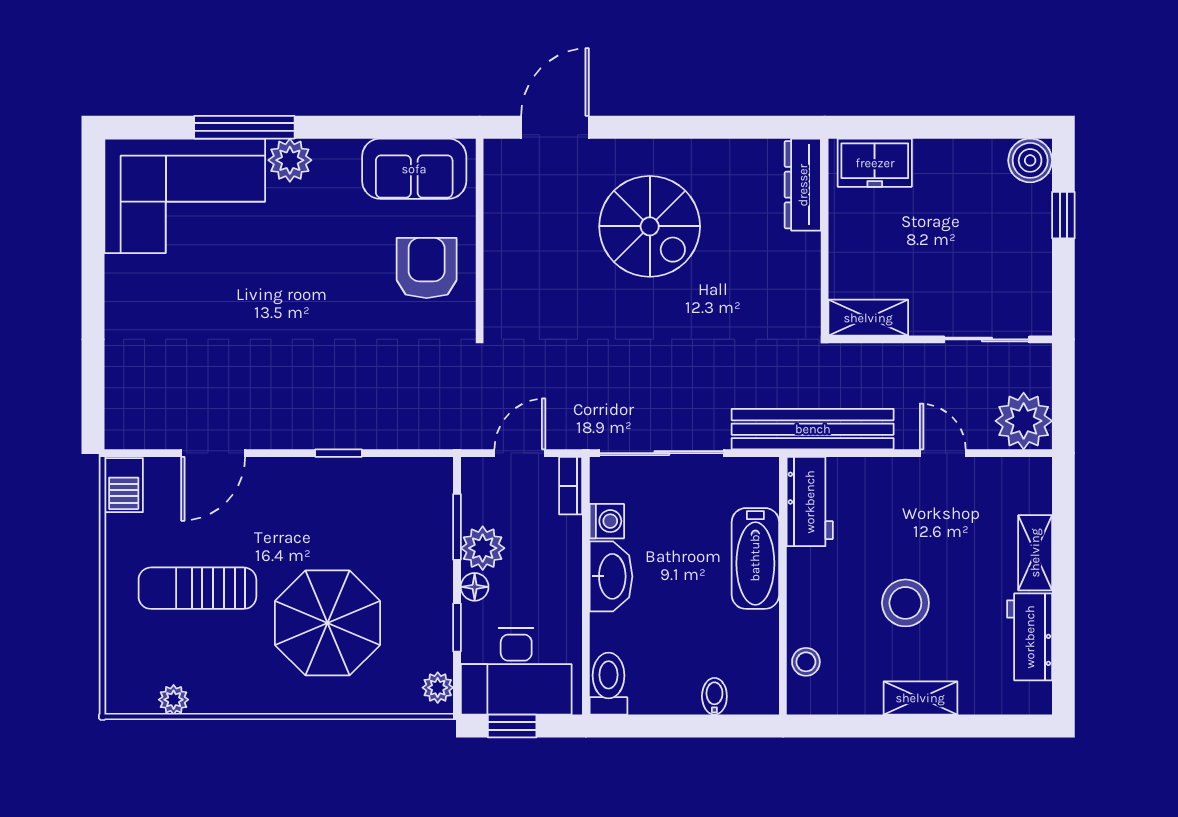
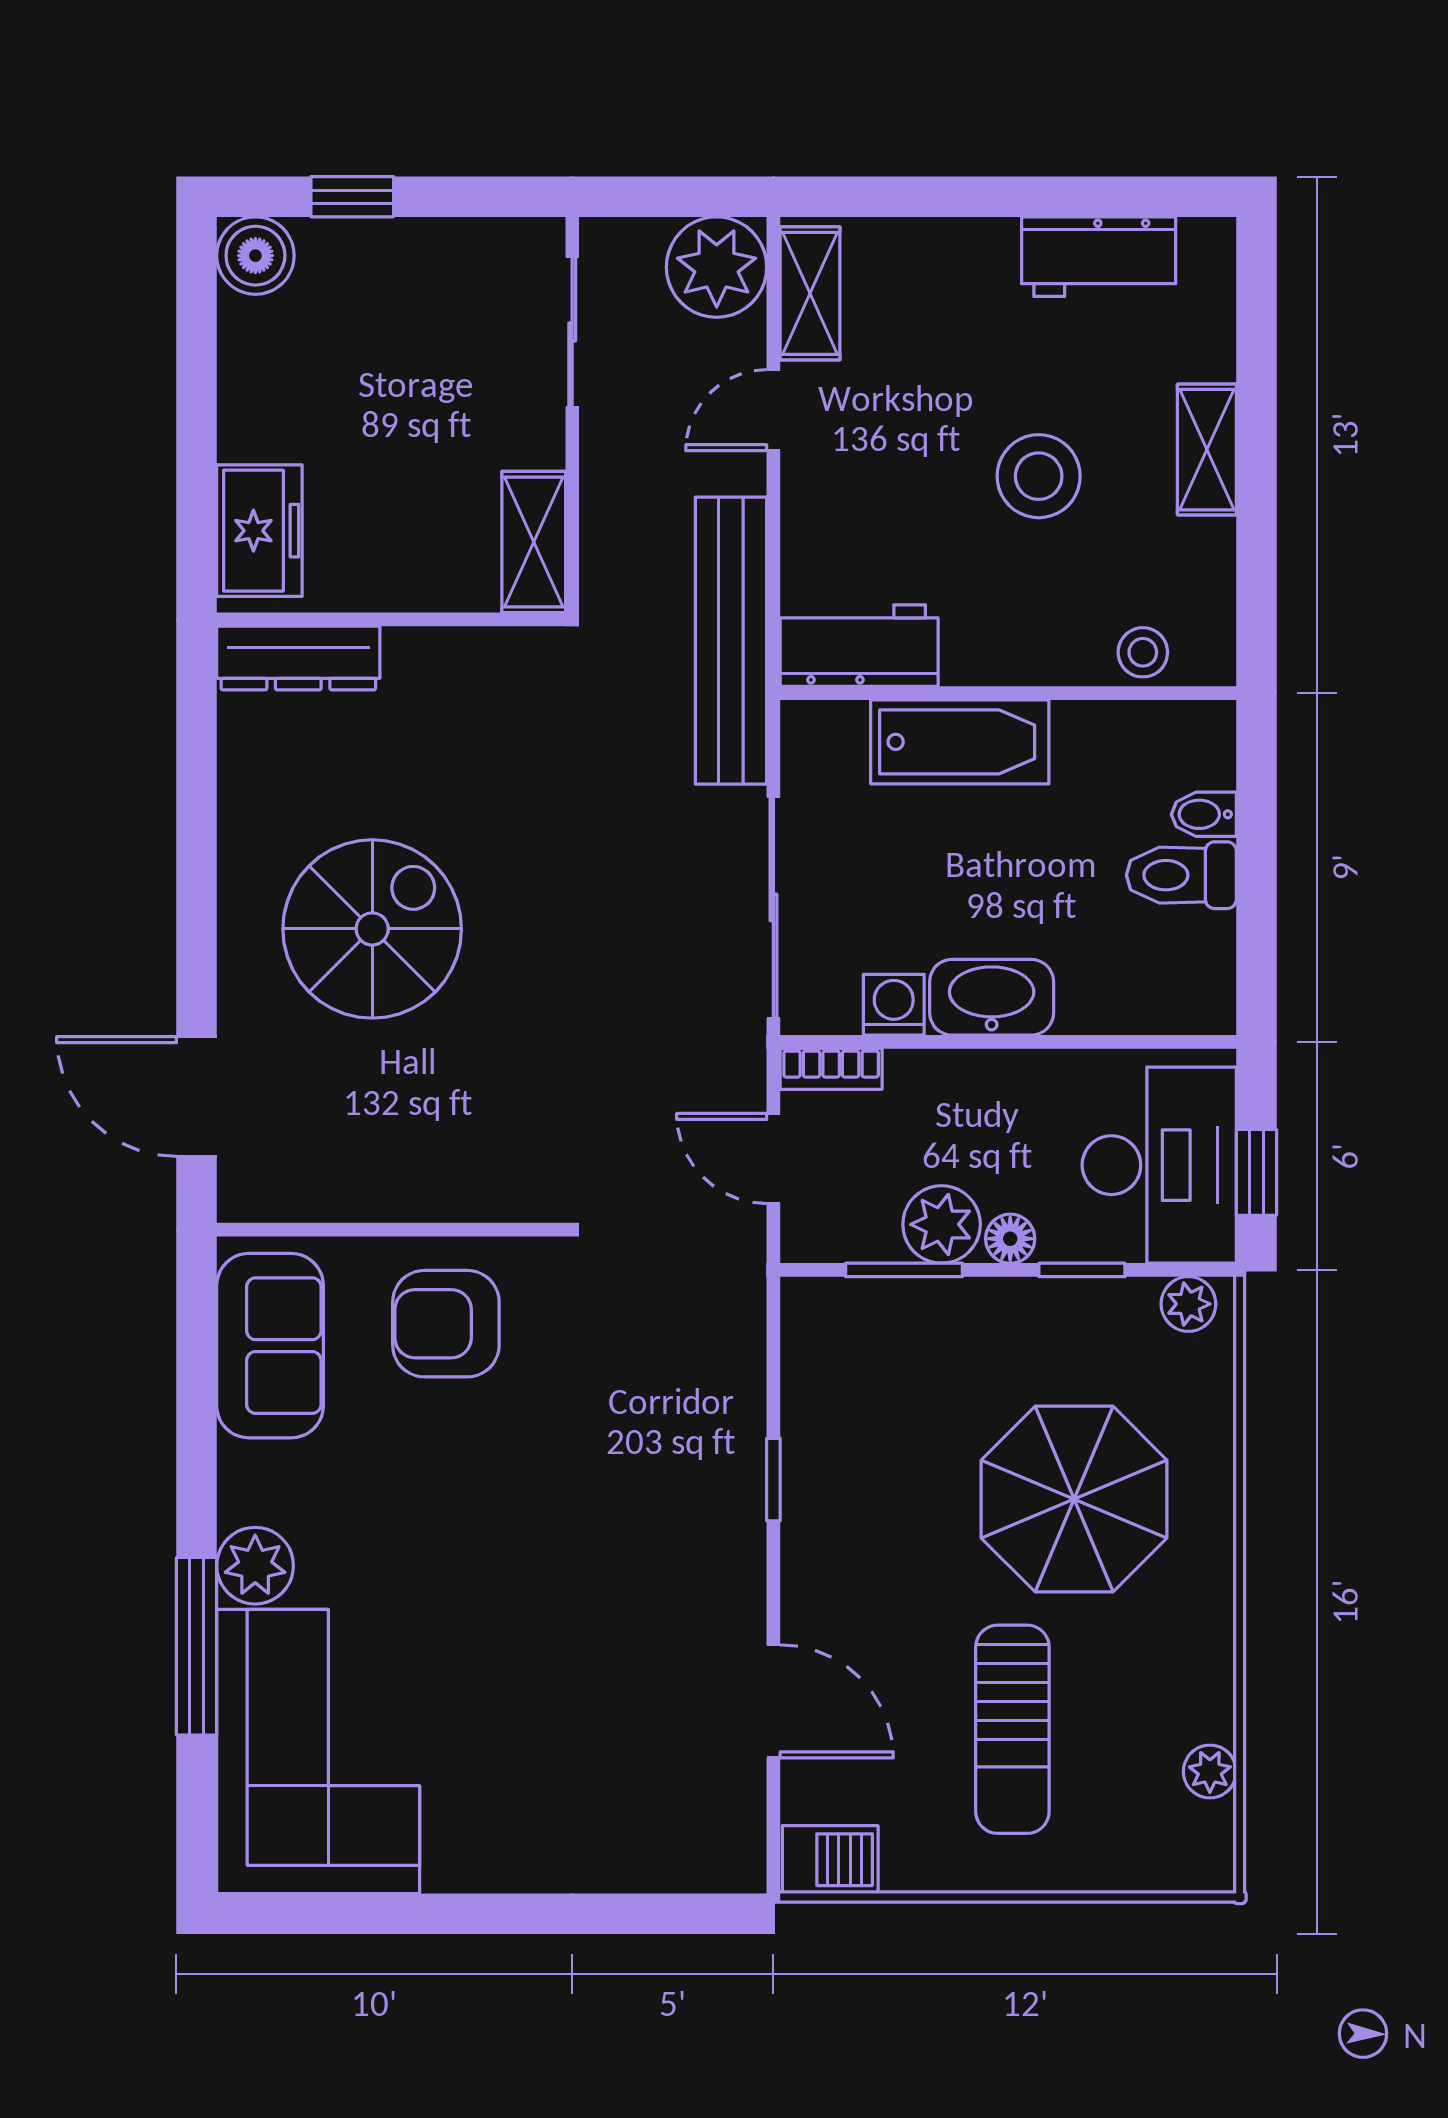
shelving: (1035, 553) -> (810, 293), moved, turned 90
toilet: (608, 684) -> (1181, 875), moved

